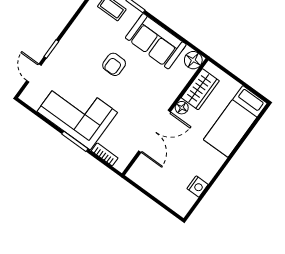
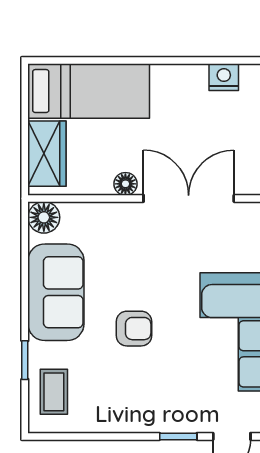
wardrobe: (200, 89) -> (47, 154), moved, turned 90

